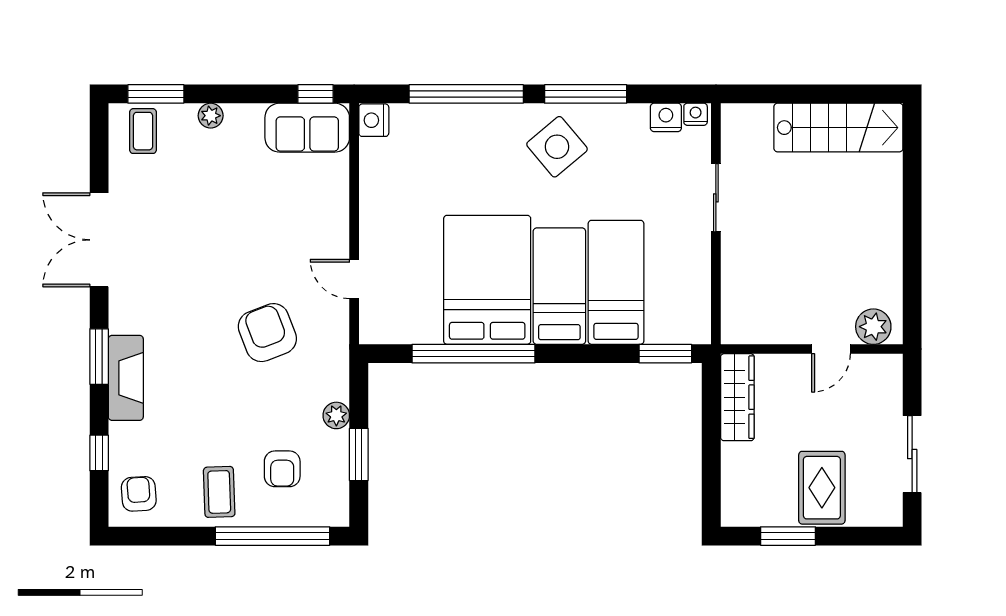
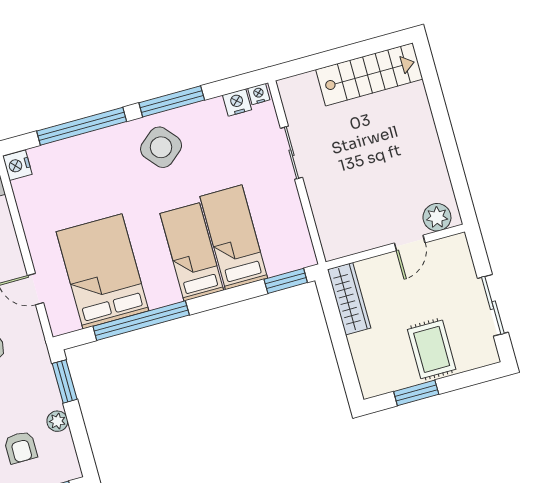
bed: (487, 280) -> (103, 271), moved
plant: (336, 415) -> (57, 421), moved
window: (359, 454) -> (65, 381), moved

